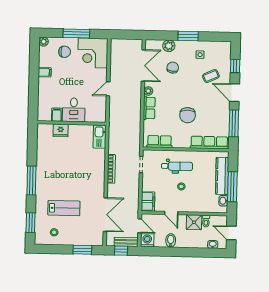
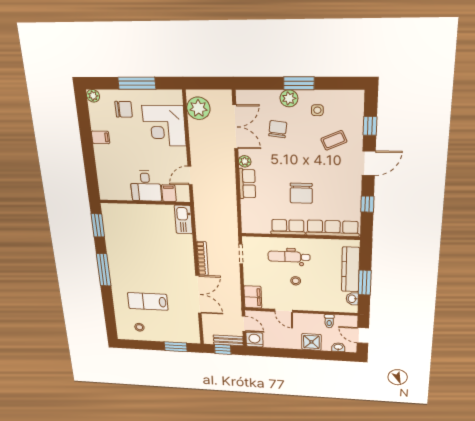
plant: (169, 46) -> (289, 98), moved
plant: (118, 52) -> (198, 108), added
corner desk: (93, 53) -> (164, 126), moved
door: (108, 89) -> (190, 175), moved
door: (235, 93) -> (369, 163), swing flipped
filing cabinet: (57, 115) -> (169, 193), moved
window: (234, 123) -> (367, 204), width x0.46
fridge: (61, 130) -> (132, 212), removed
row of seats: (159, 142) -> (288, 227), moved
dental chair: (177, 166) -> (289, 257), turned 180
window: (232, 187) -> (365, 283), width x0.69
lab bench: (64, 208) -> (148, 301), turned 180
double door: (105, 215) -> (199, 294), moved
shower: (194, 222) -> (311, 342), moved
window: (30, 223) -> (98, 225), moved
bidet: (171, 241) -> (284, 341), removed

